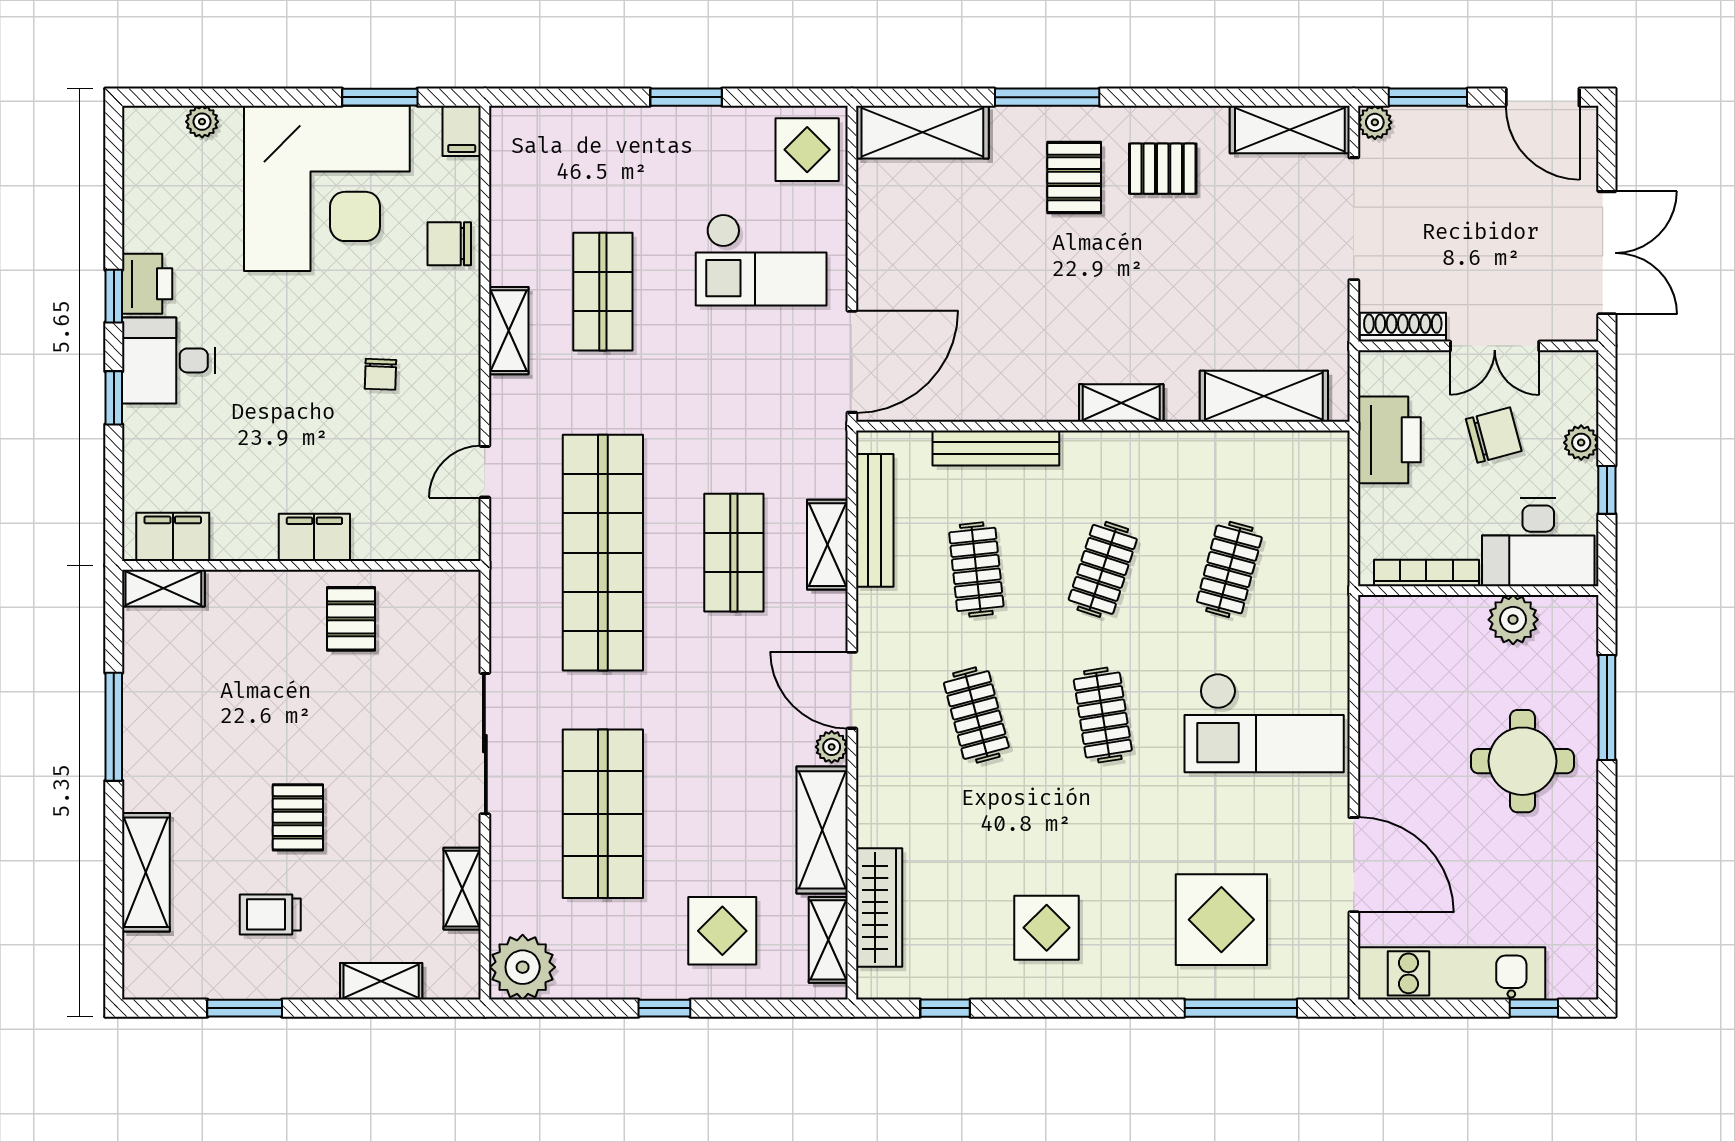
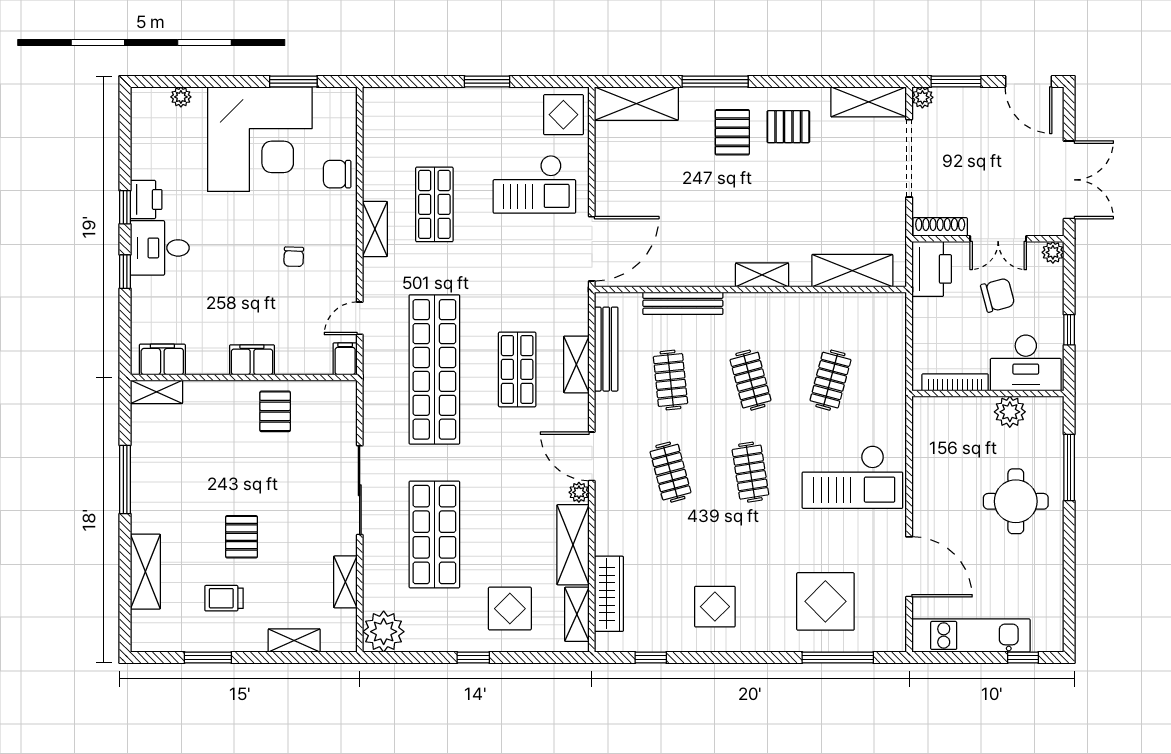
filing cabinet: (462, 131) -> (345, 359), moved, turned 180
printer: (1389, 440) -> (932, 269), moved
plant: (1581, 443) -> (1053, 252), moved
clothes rail: (1103, 569) -> (750, 380), turned -33

